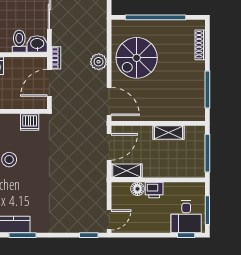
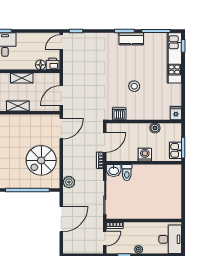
spiral stairs: (137, 58) -> (41, 160), turned 180
plant: (99, 62) -> (69, 182), moved
door: (109, 101) -> (61, 129), swing flipped
shelving: (127, 171) -> (22, 78), moved
printer: (154, 190) -> (53, 64), moved

